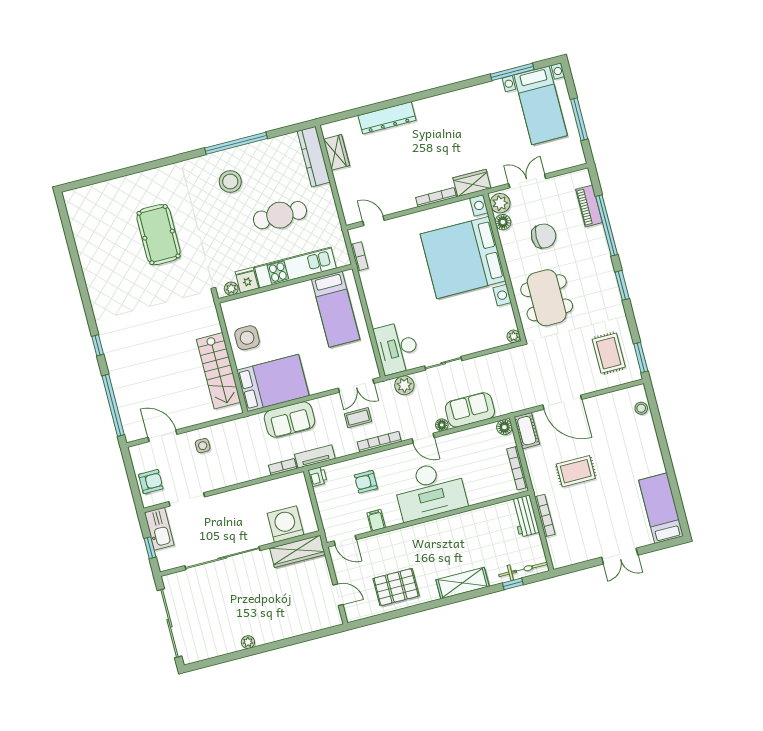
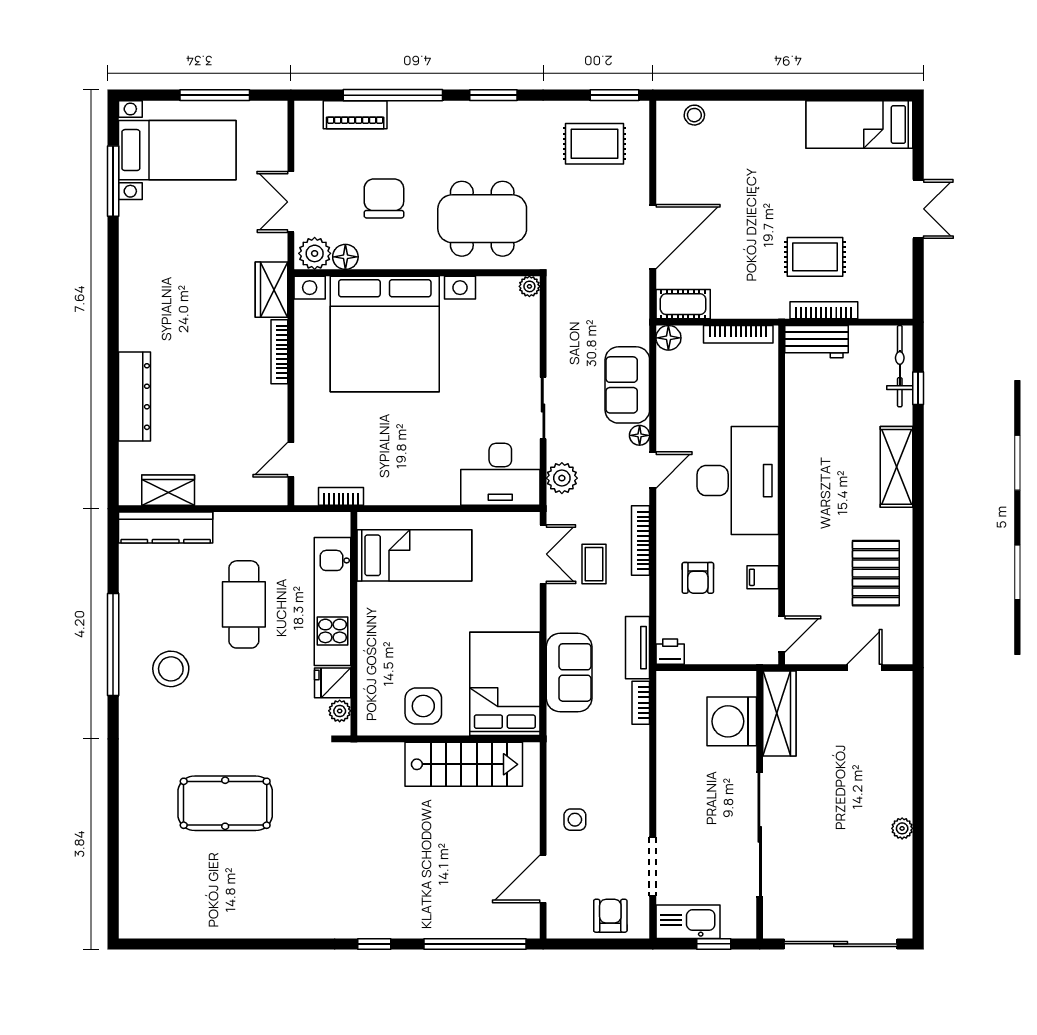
rug: (576, 471) -> (815, 257), moved, turned 90

